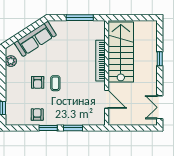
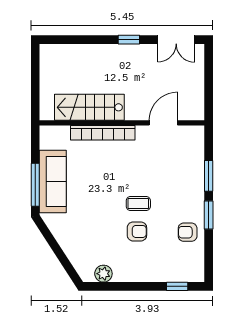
window: (80, 18) -> (35, 185), moved
sofa: (35, 39) -> (53, 182), moved, turned 33
stairs: (121, 52) -> (89, 107), width x0.73, depth x0.66
window: (160, 59) -> (129, 40), moved

